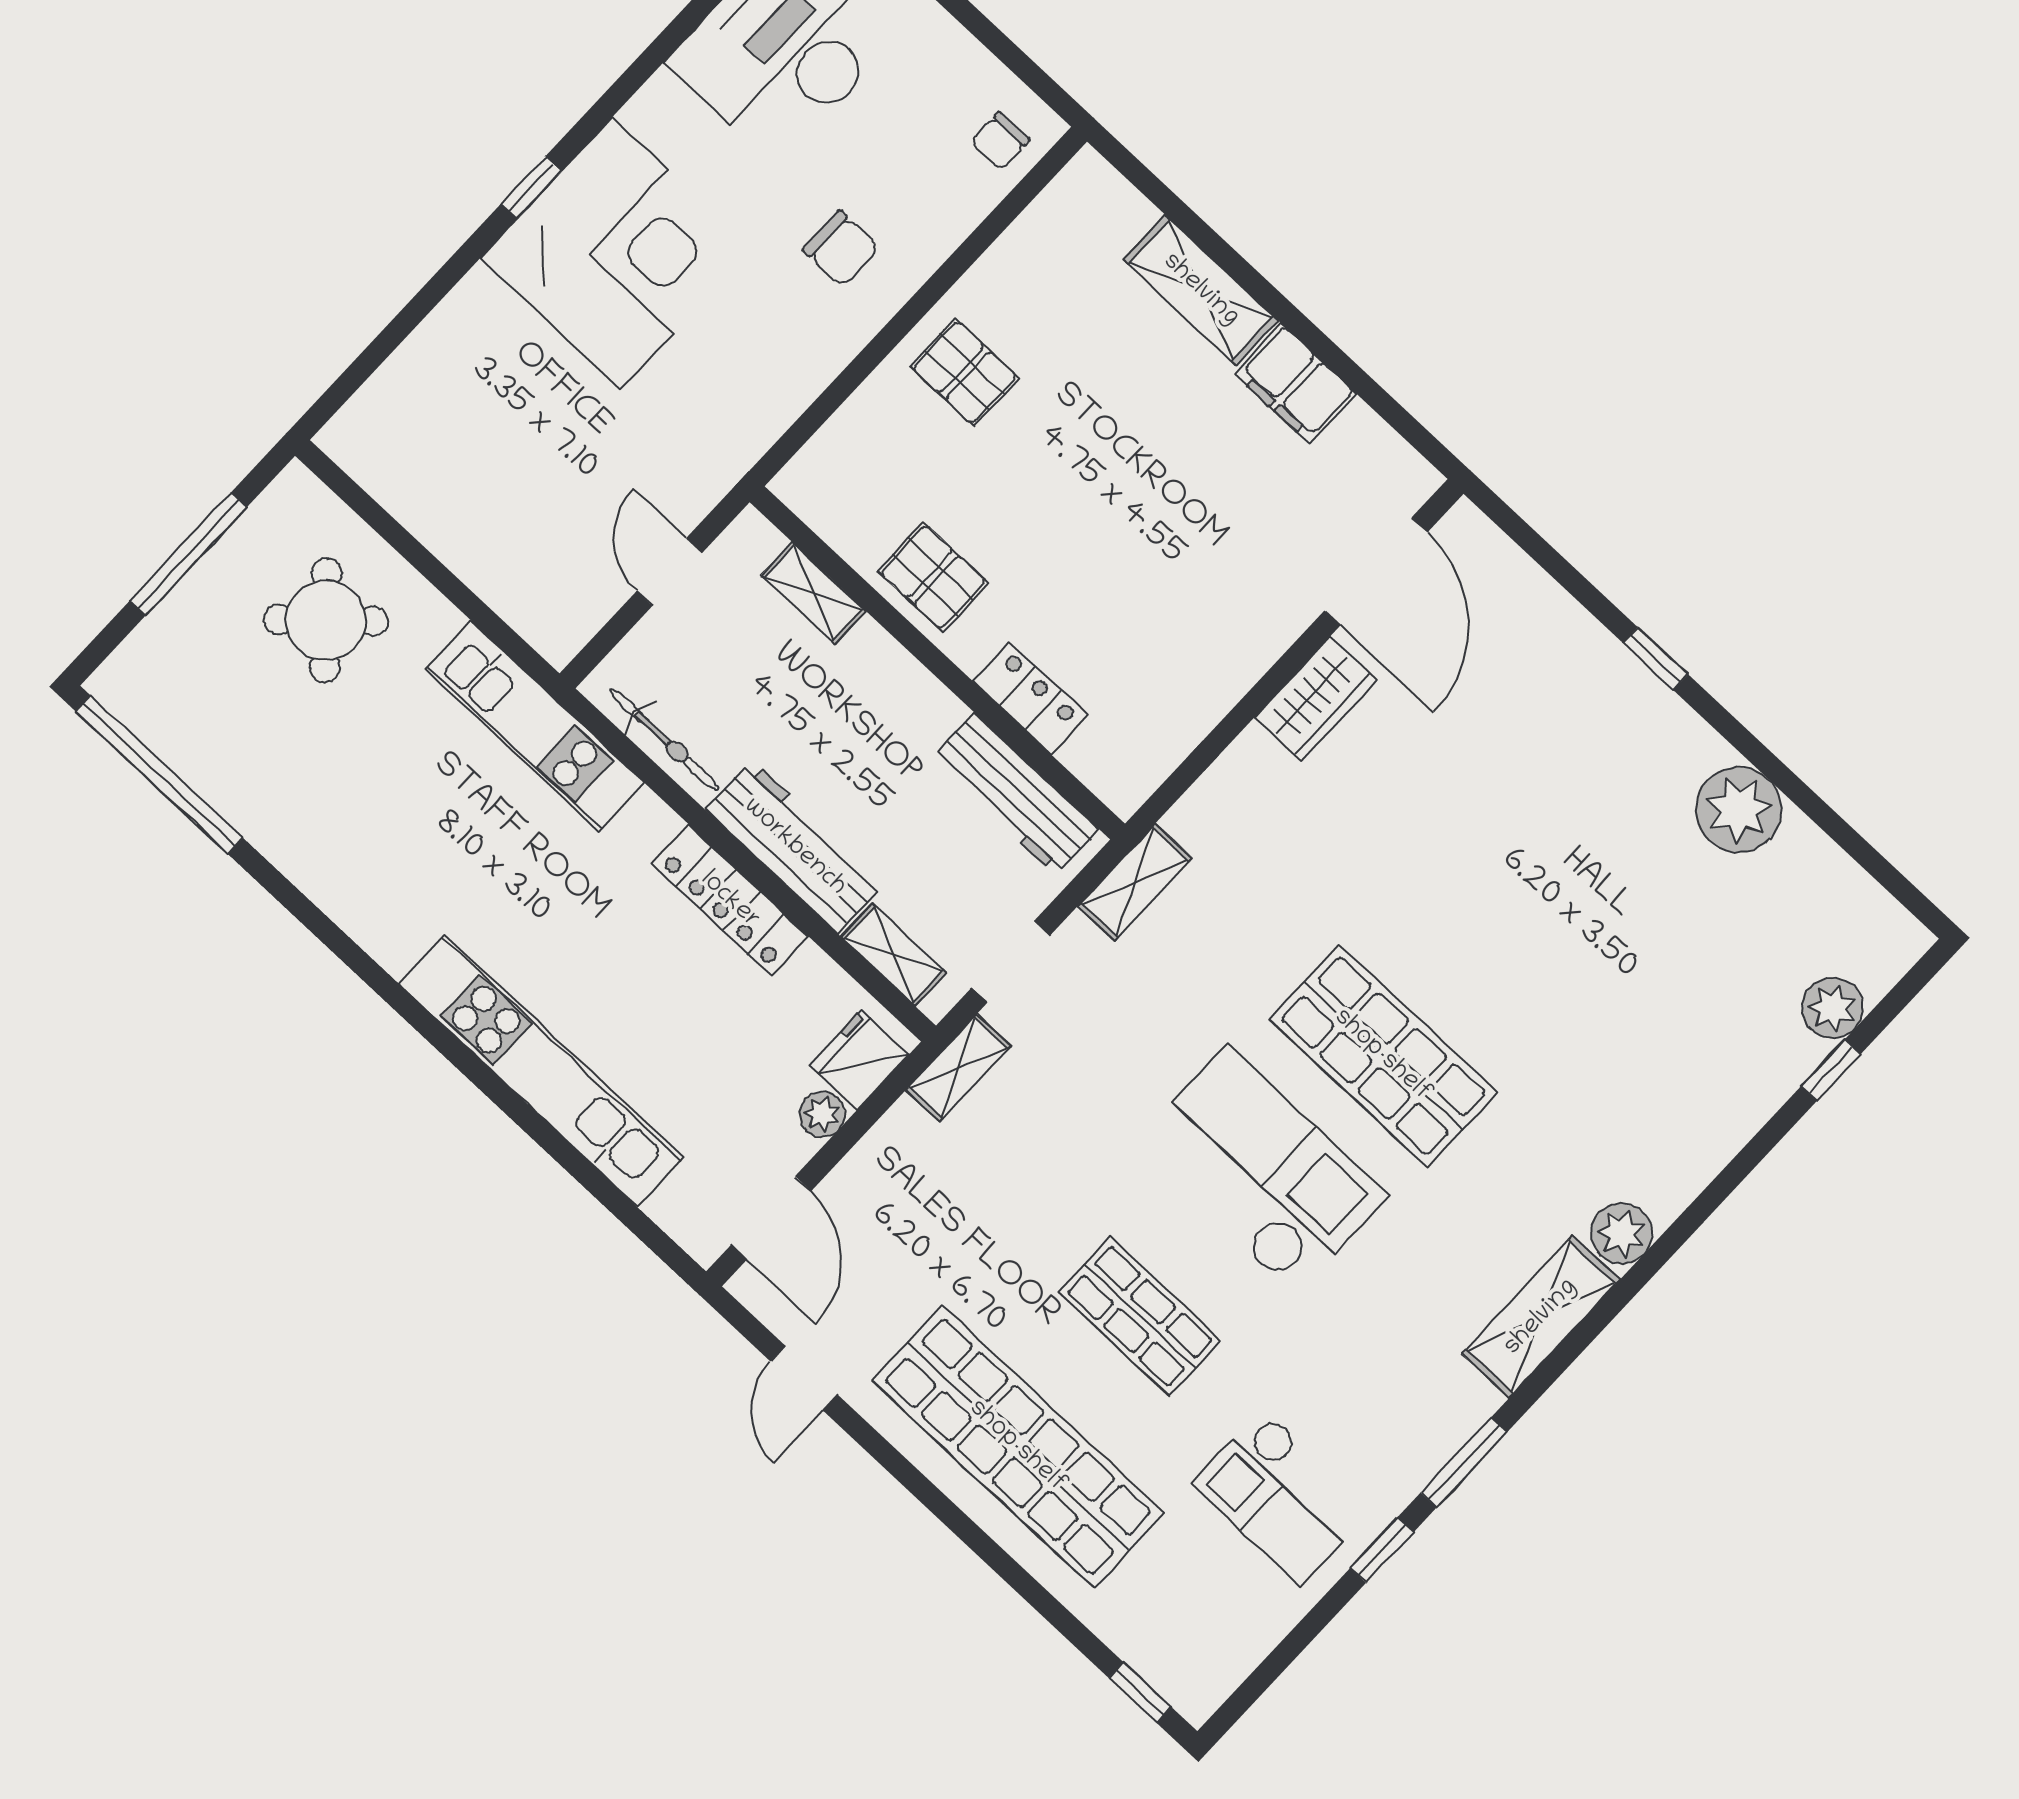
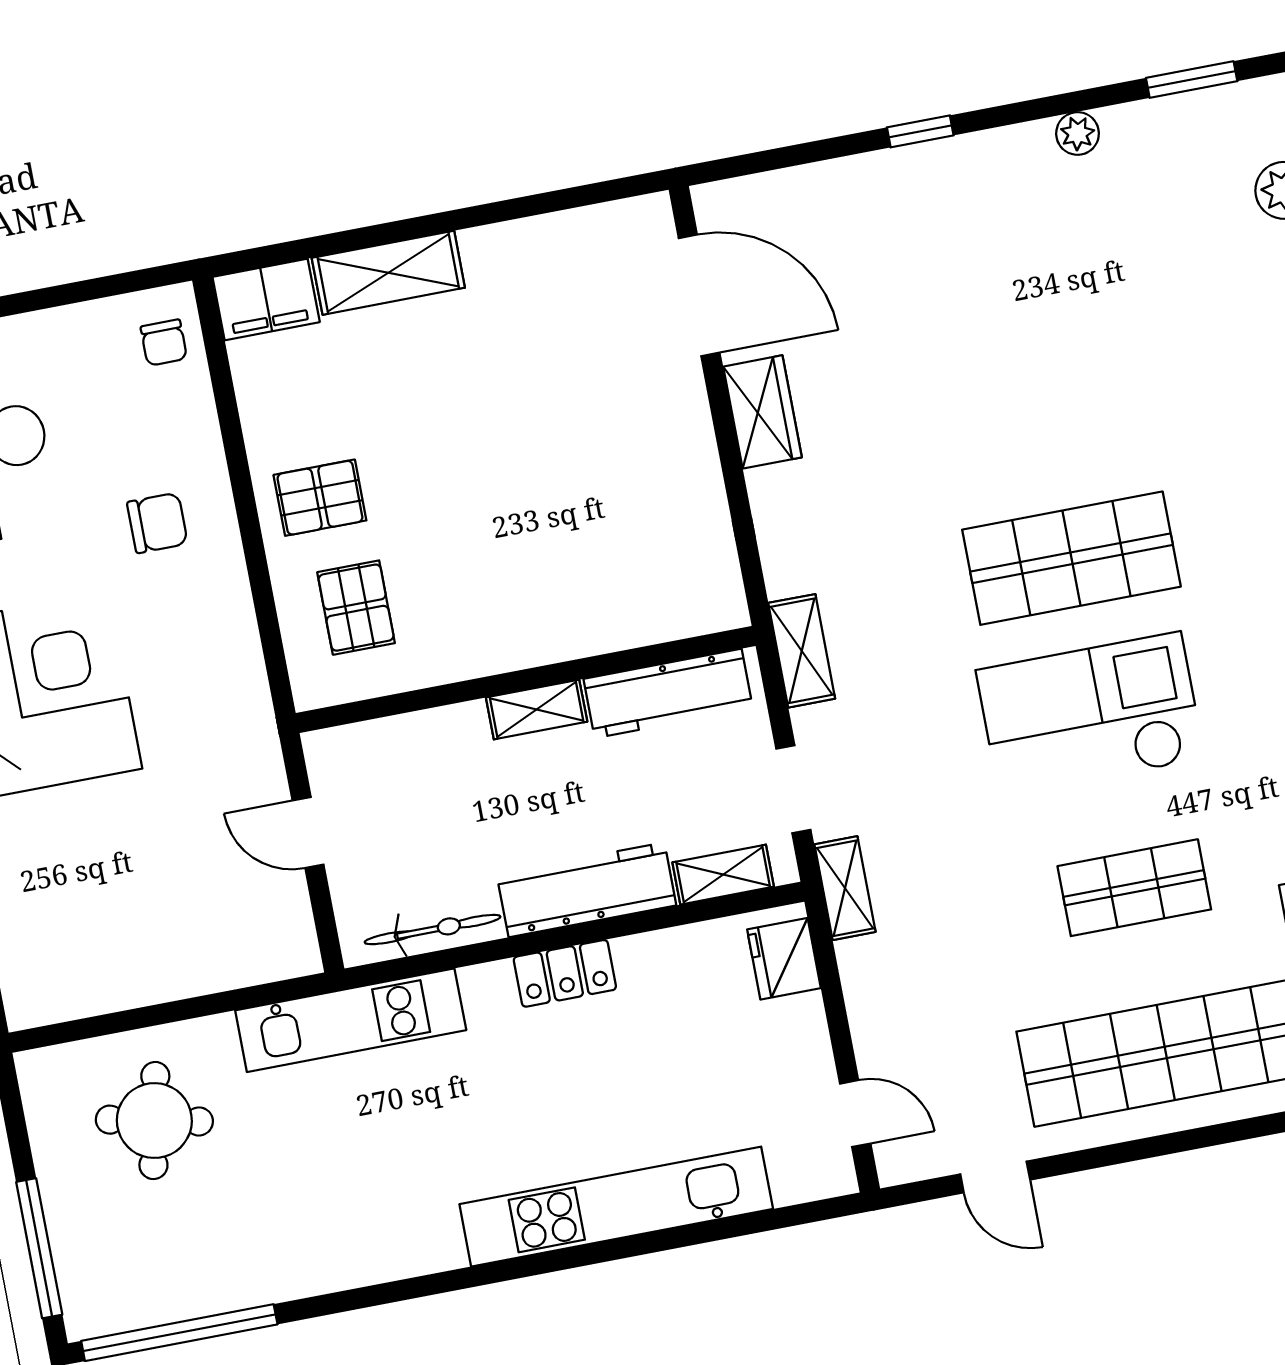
filing cabinet: (1295, 384) -> (266, 299), moved
window: (188, 554) -> (39, 1248), moved
pallet: (933, 577) -> (356, 608), moved, turned 90
shelving: (814, 593) -> (537, 710), moved
round table: (326, 620) -> (154, 1121), turned -36
locker: (1030, 698) -> (604, 628), removed
plant: (1739, 810) -> (1078, 133), width x0.53, depth x0.53
window: (1870, 859) -> (1192, 80), added
locker: (730, 900) -> (565, 973), width x0.66
plant: (822, 1114) -> (805, 1017), removed
door: (771, 1218) -> (855, 1114), width x0.73

